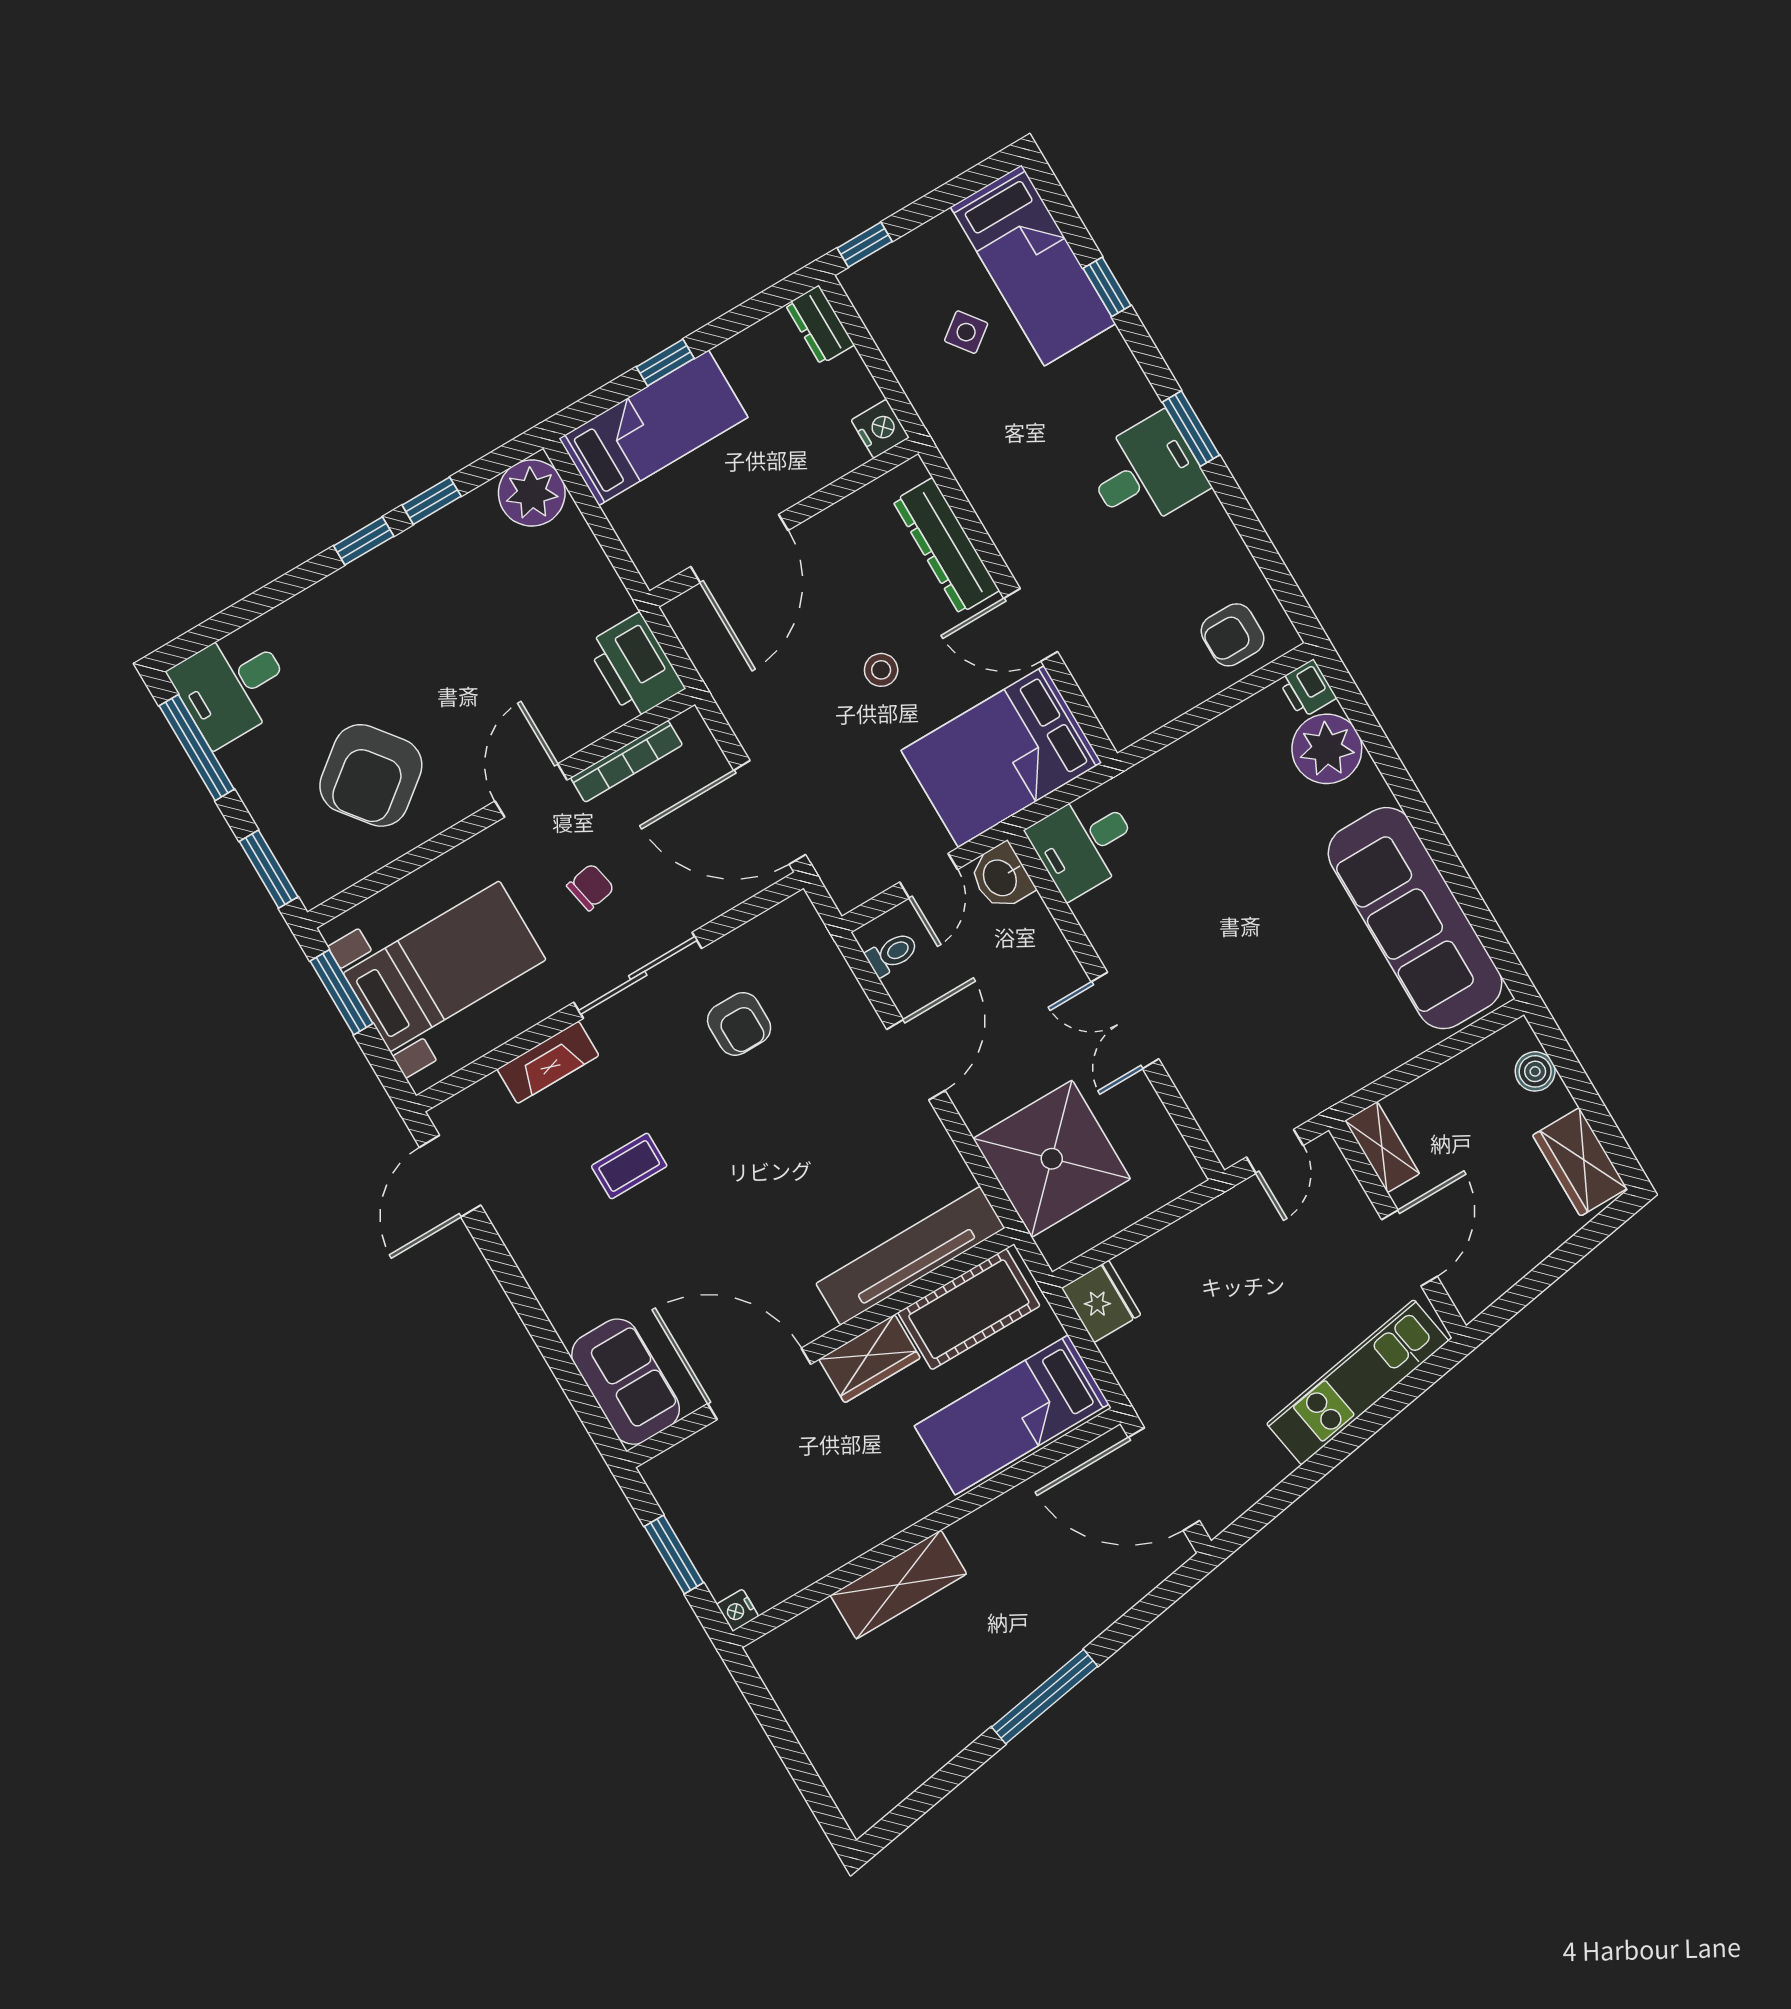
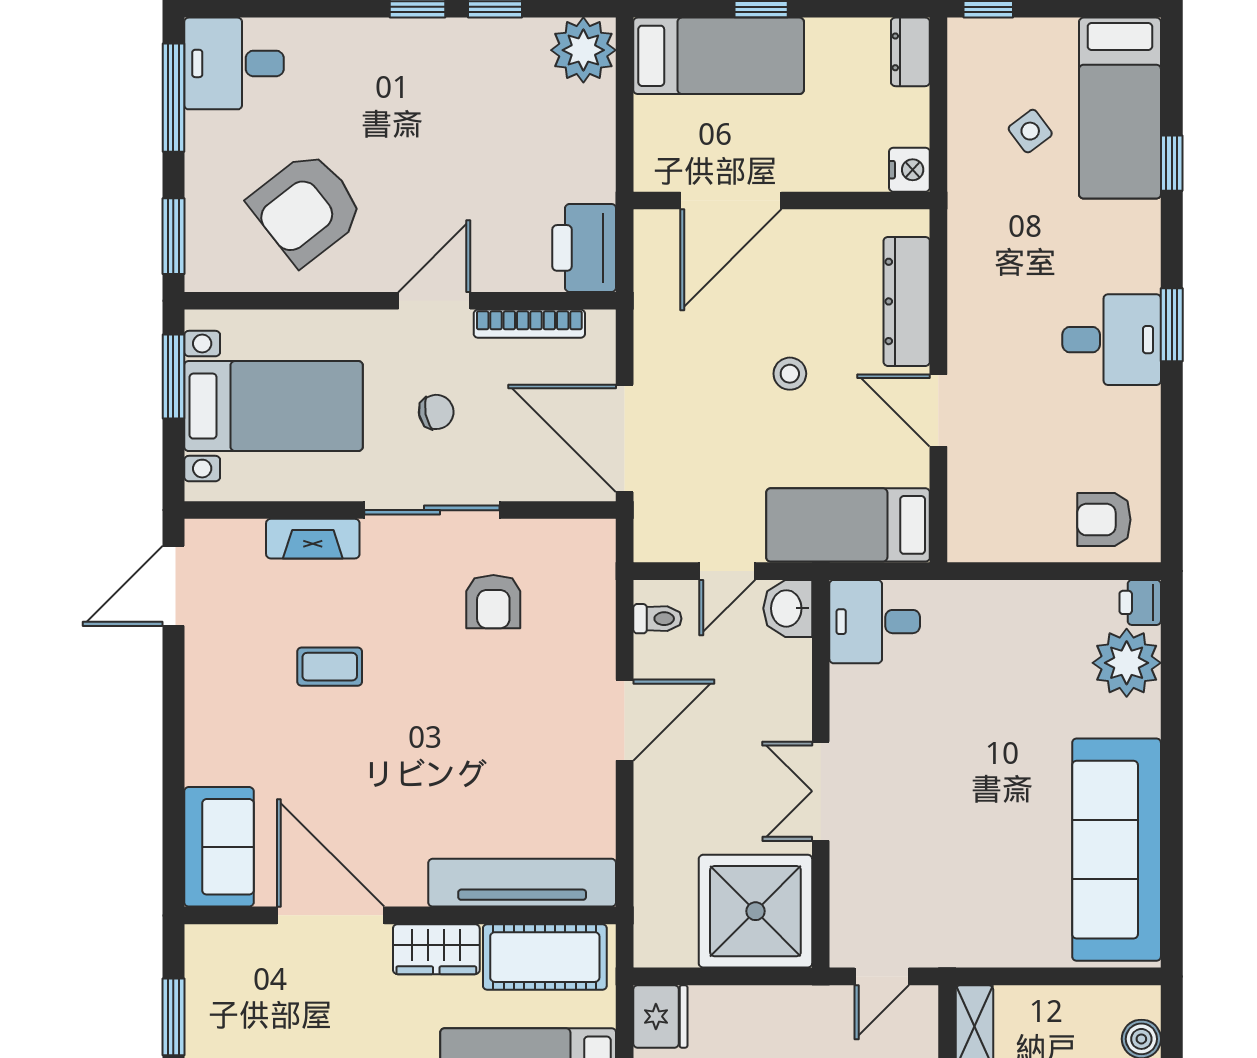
bed: (1001, 756) -> (848, 525), width x0.67
shower: (1052, 1159) -> (755, 911), moved

